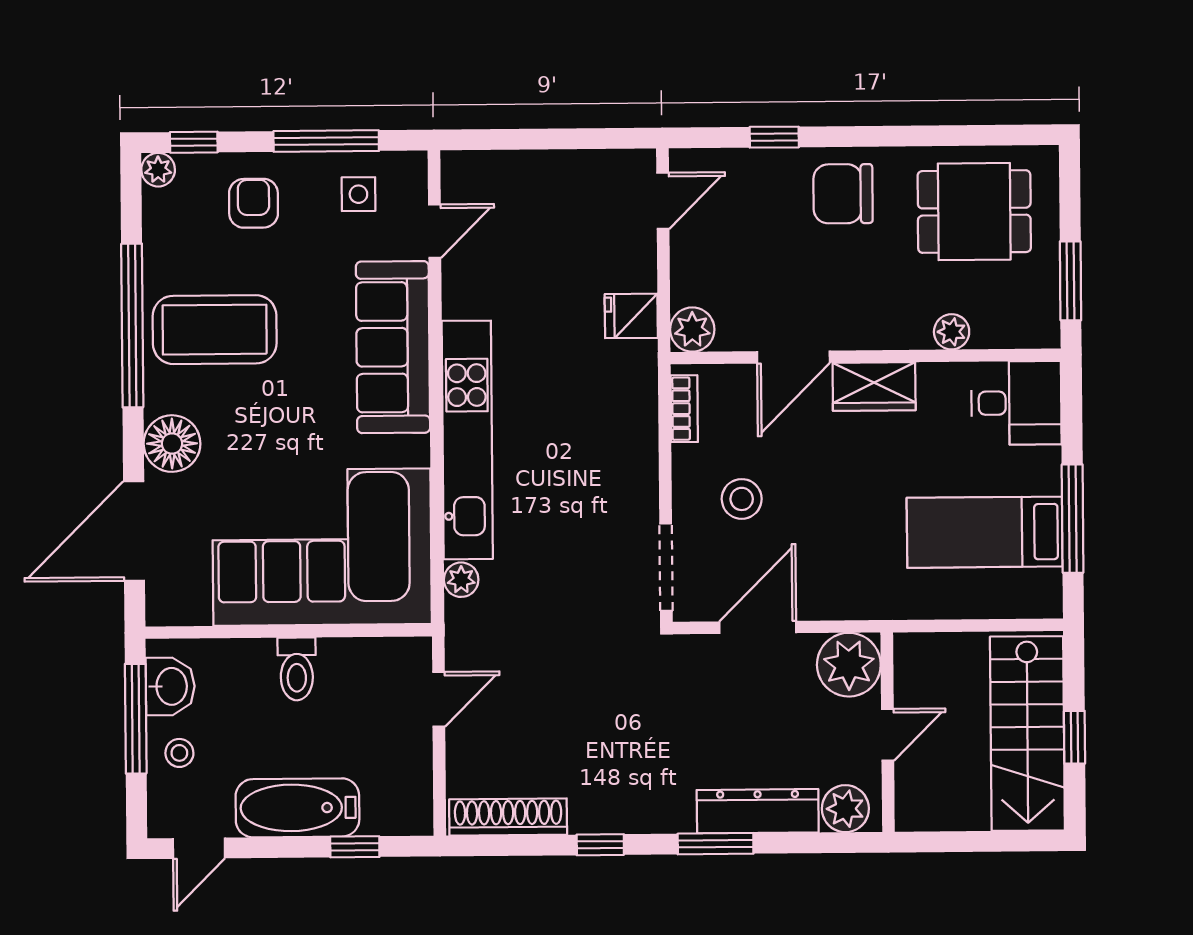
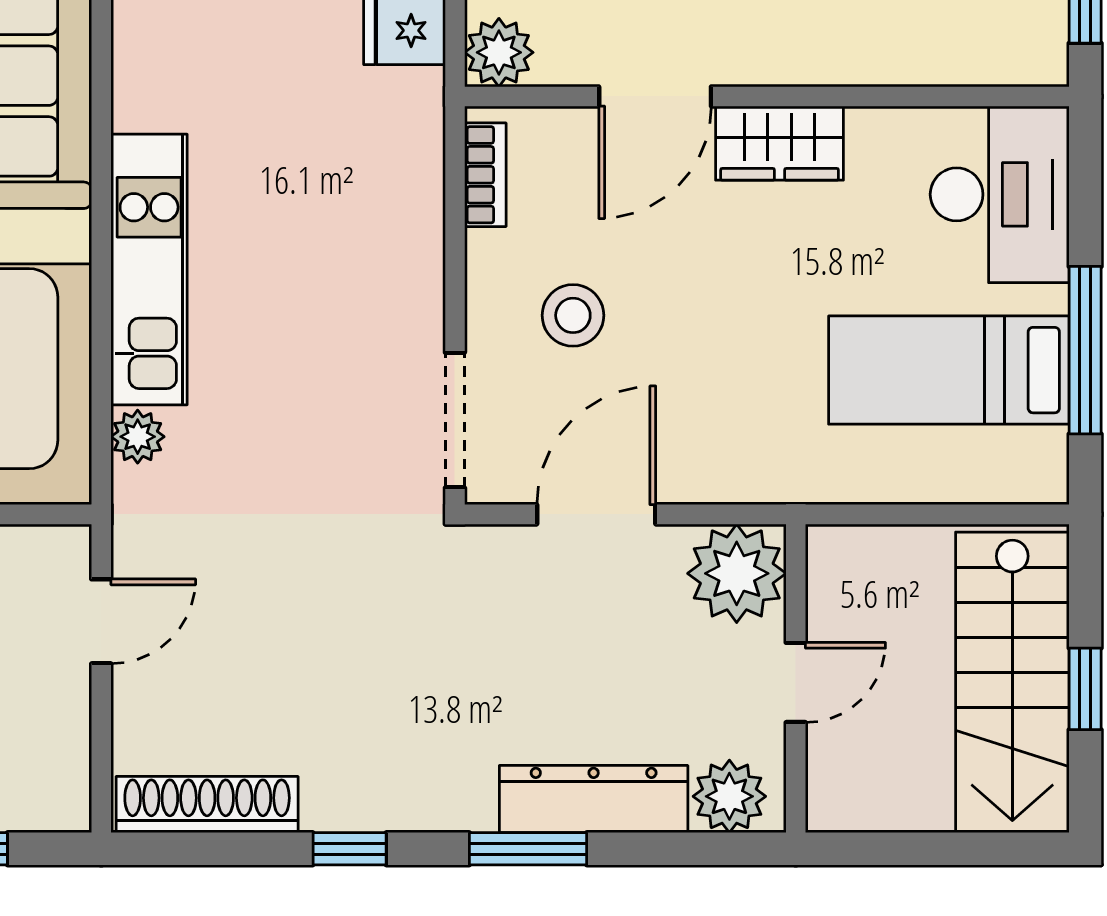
plant: (952, 332) -> (900, 59), removed
desk: (1016, 403) -> (1000, 194), width x1.37
kitchen unit: (467, 440) -> (149, 269), width x0.73

